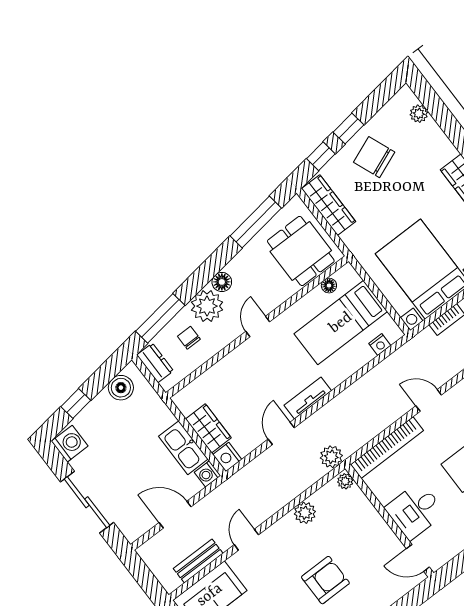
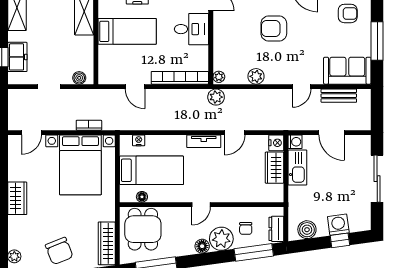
washing machine: (70, 444) -> (338, 225), moved, turned 82

